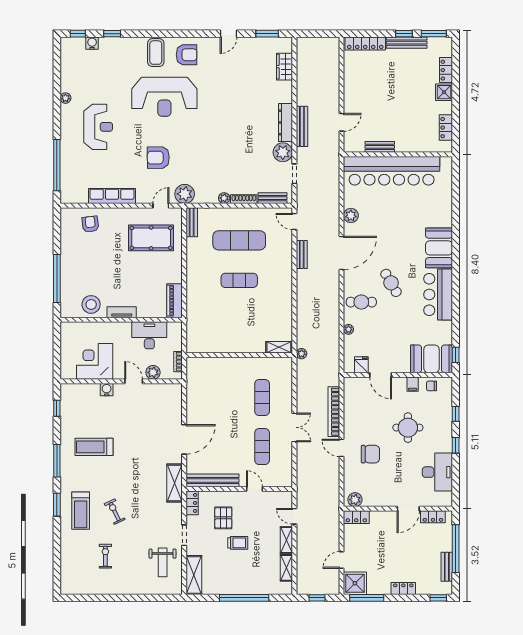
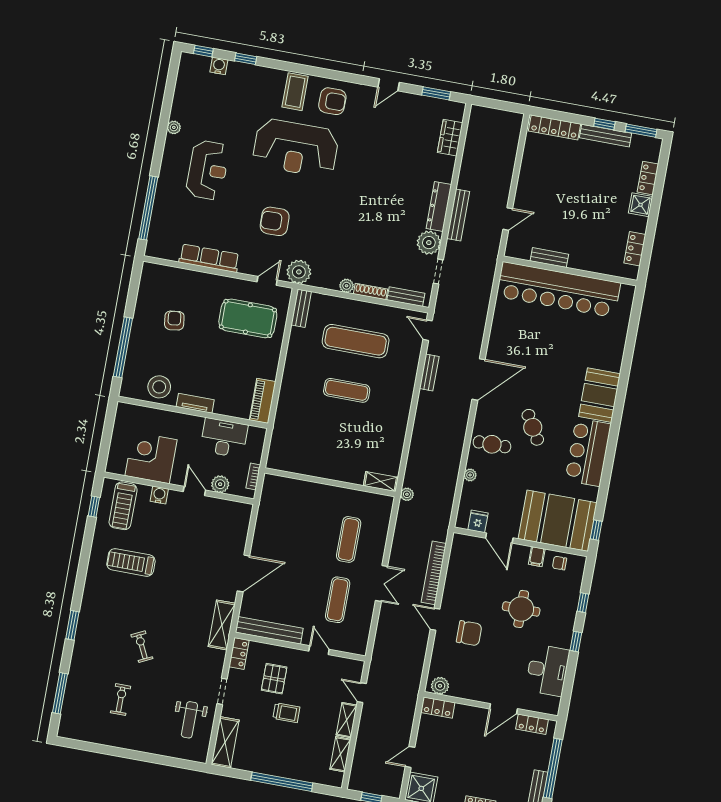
plant: (351, 216) -> (498, 336), removed
armchair: (90, 224) -> (174, 321), moved
booth: (431, 359) -> (558, 521), width x1.36, depth x1.42
window: (57, 461) -> (60, 693), moved
treadmill: (81, 511) -> (123, 506), moved

